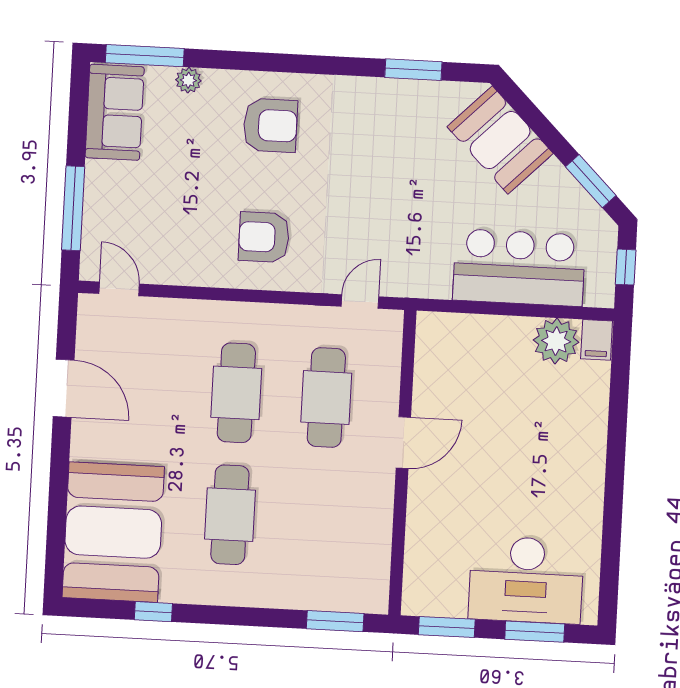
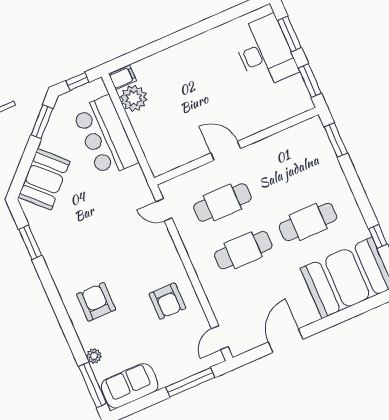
armchair: (264, 237) -> (167, 301), moved

